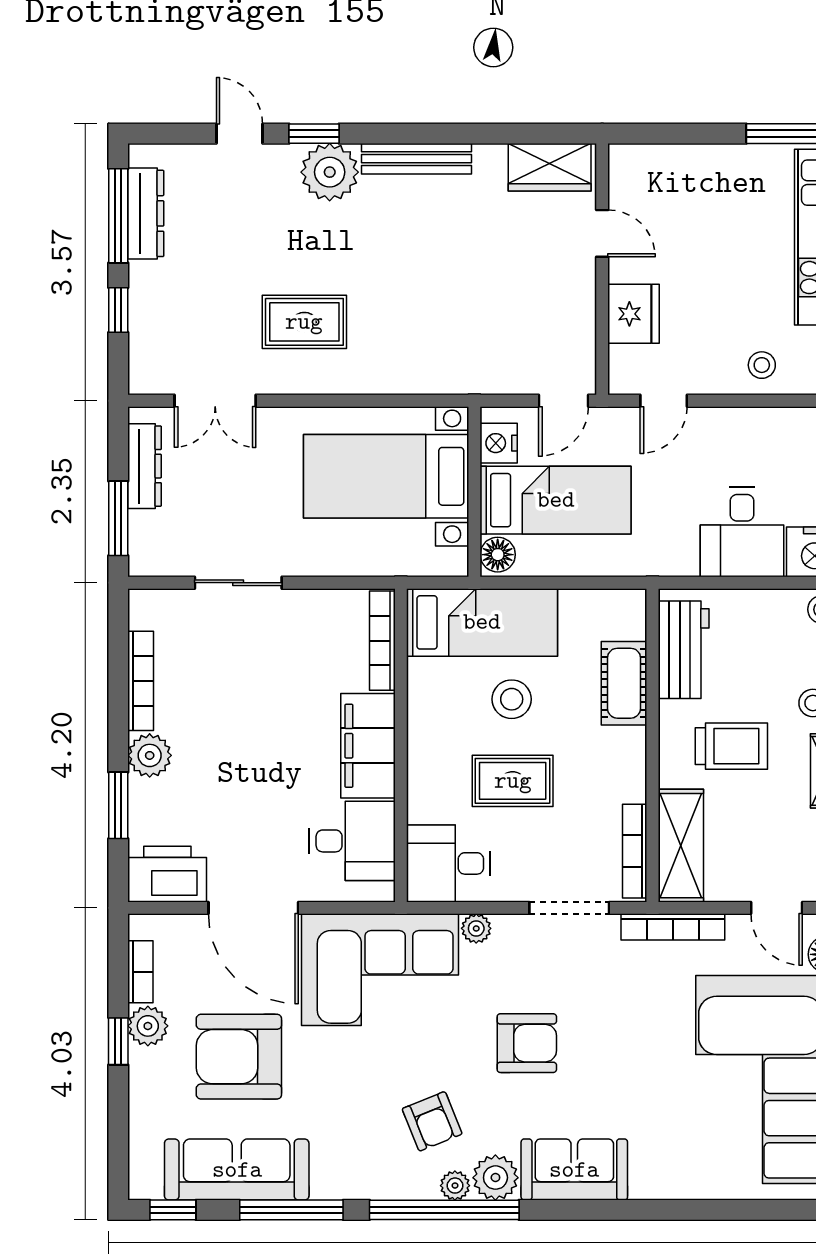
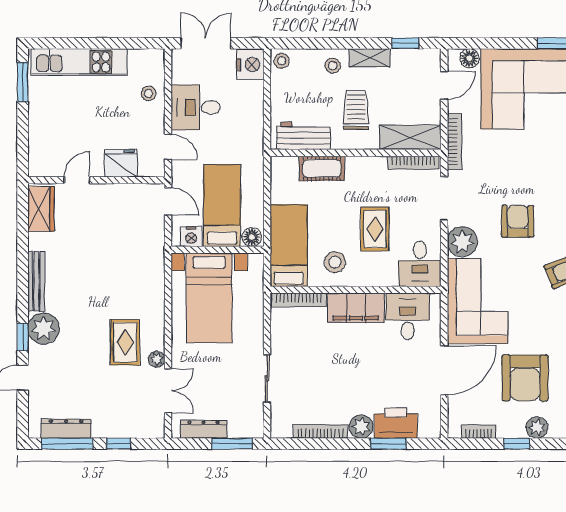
plant: (273, 380) -> (157, 359), added
desk: (742, 532) -> (196, 107), moved, turned 180
stool: (512, 699) -> (335, 262), moved
printer: (167, 874) -> (396, 423), moved, turned 90
plant: (476, 928) -> (462, 242), width x1.88, depth x1.88
plant: (148, 1026) -> (537, 428), moved

